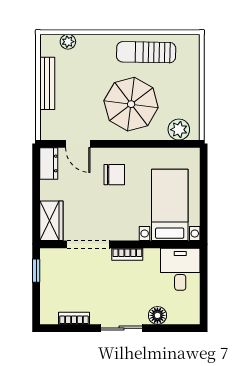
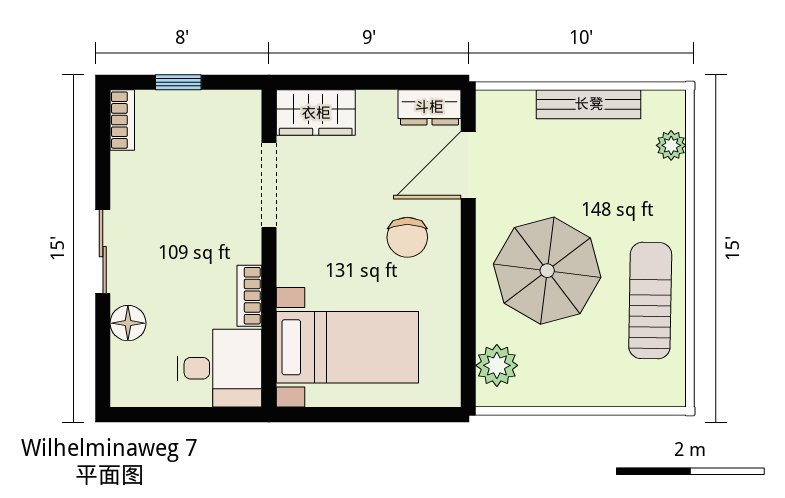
door: (78, 144) -> (468, 165), width x1.38
bookcase: (127, 254) -> (249, 296), moved
window: (36, 271) -> (178, 82), moved
bookcase: (74, 318) -> (122, 120), moved

